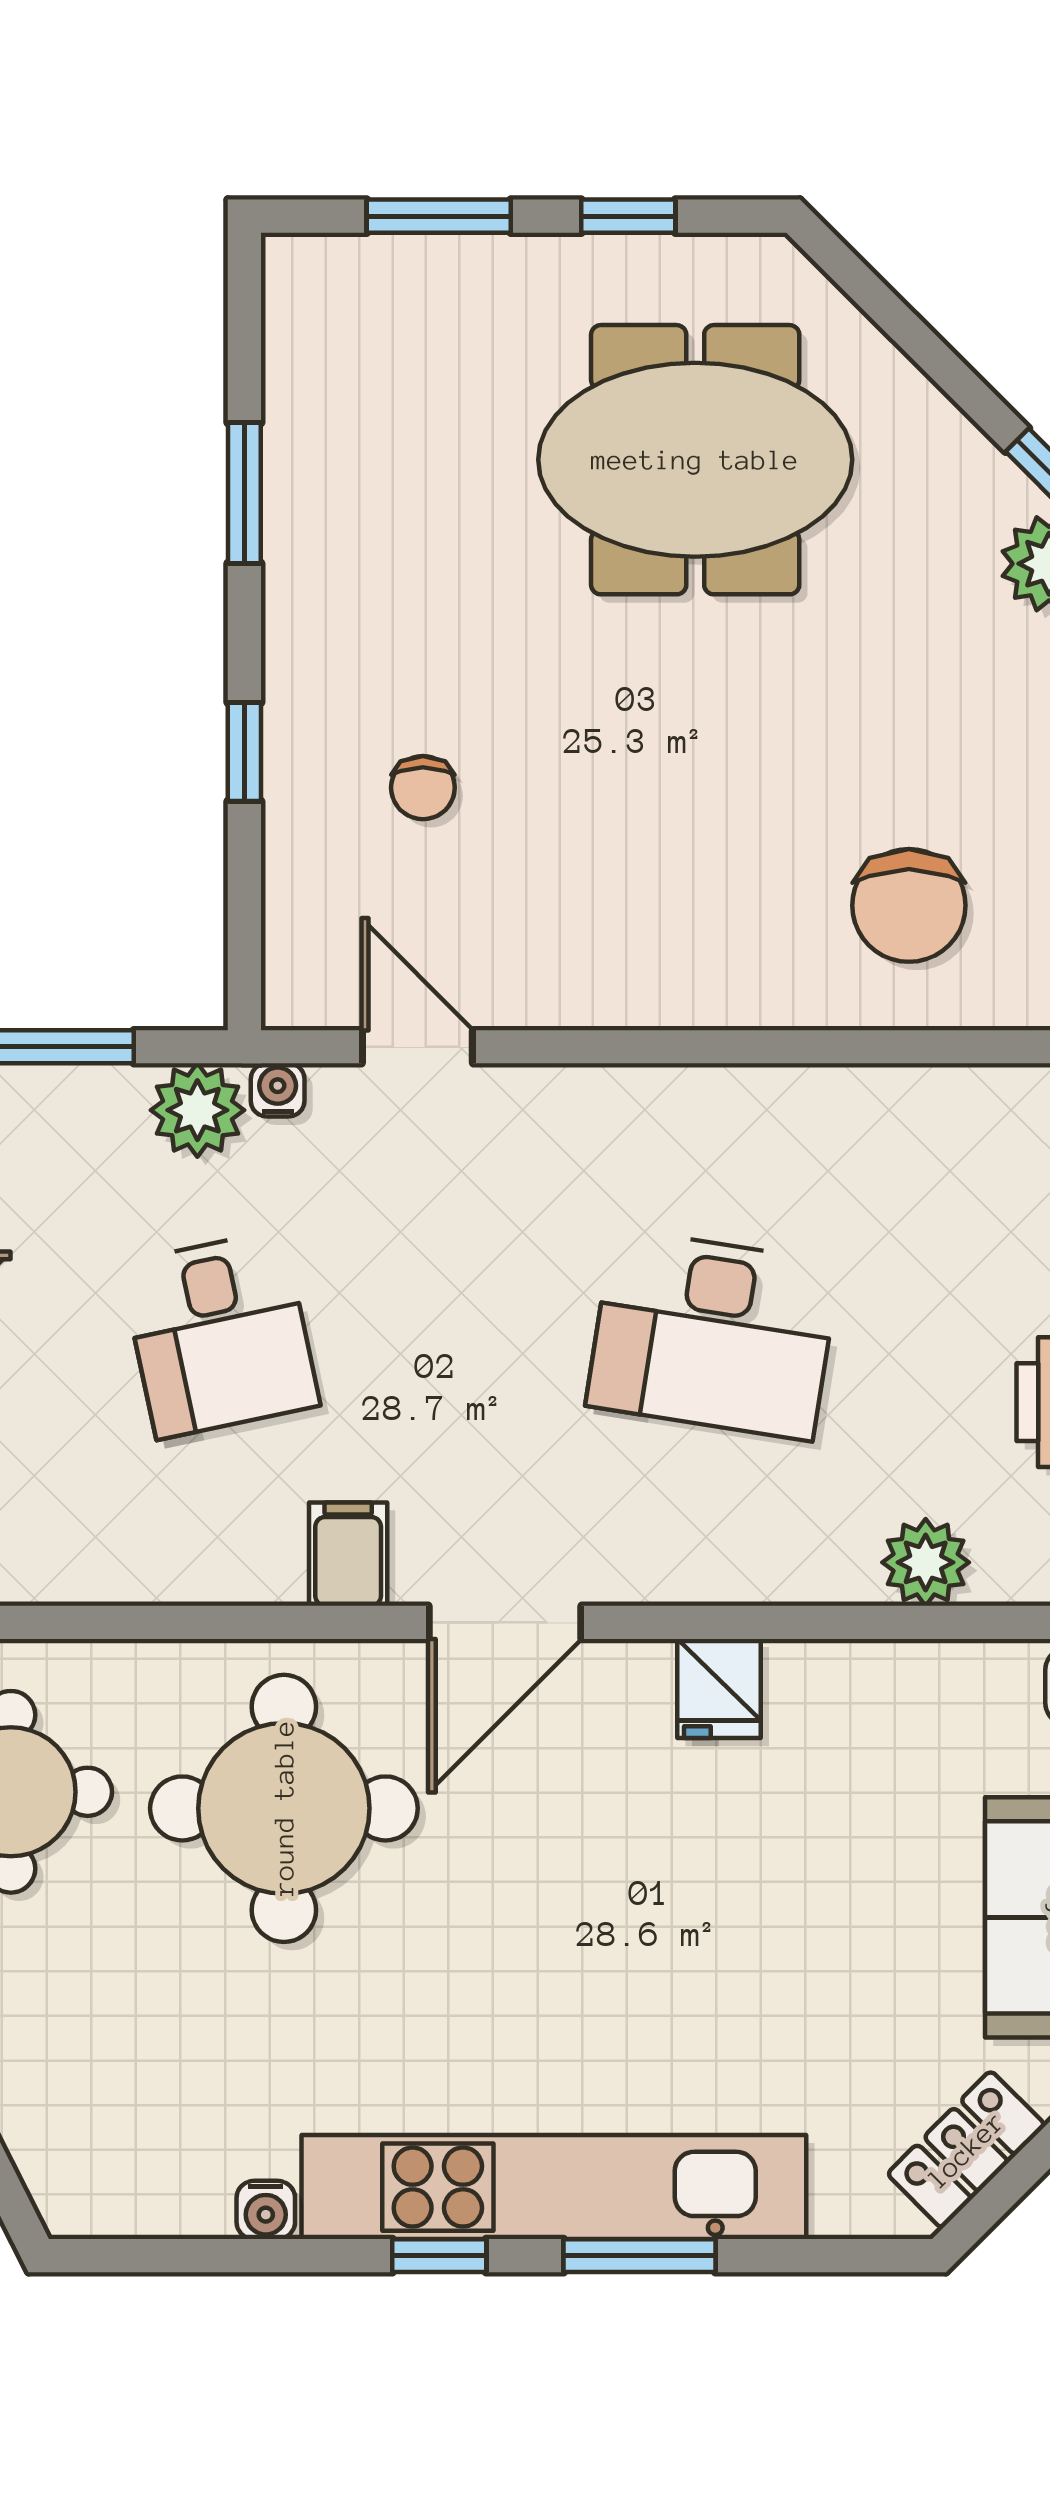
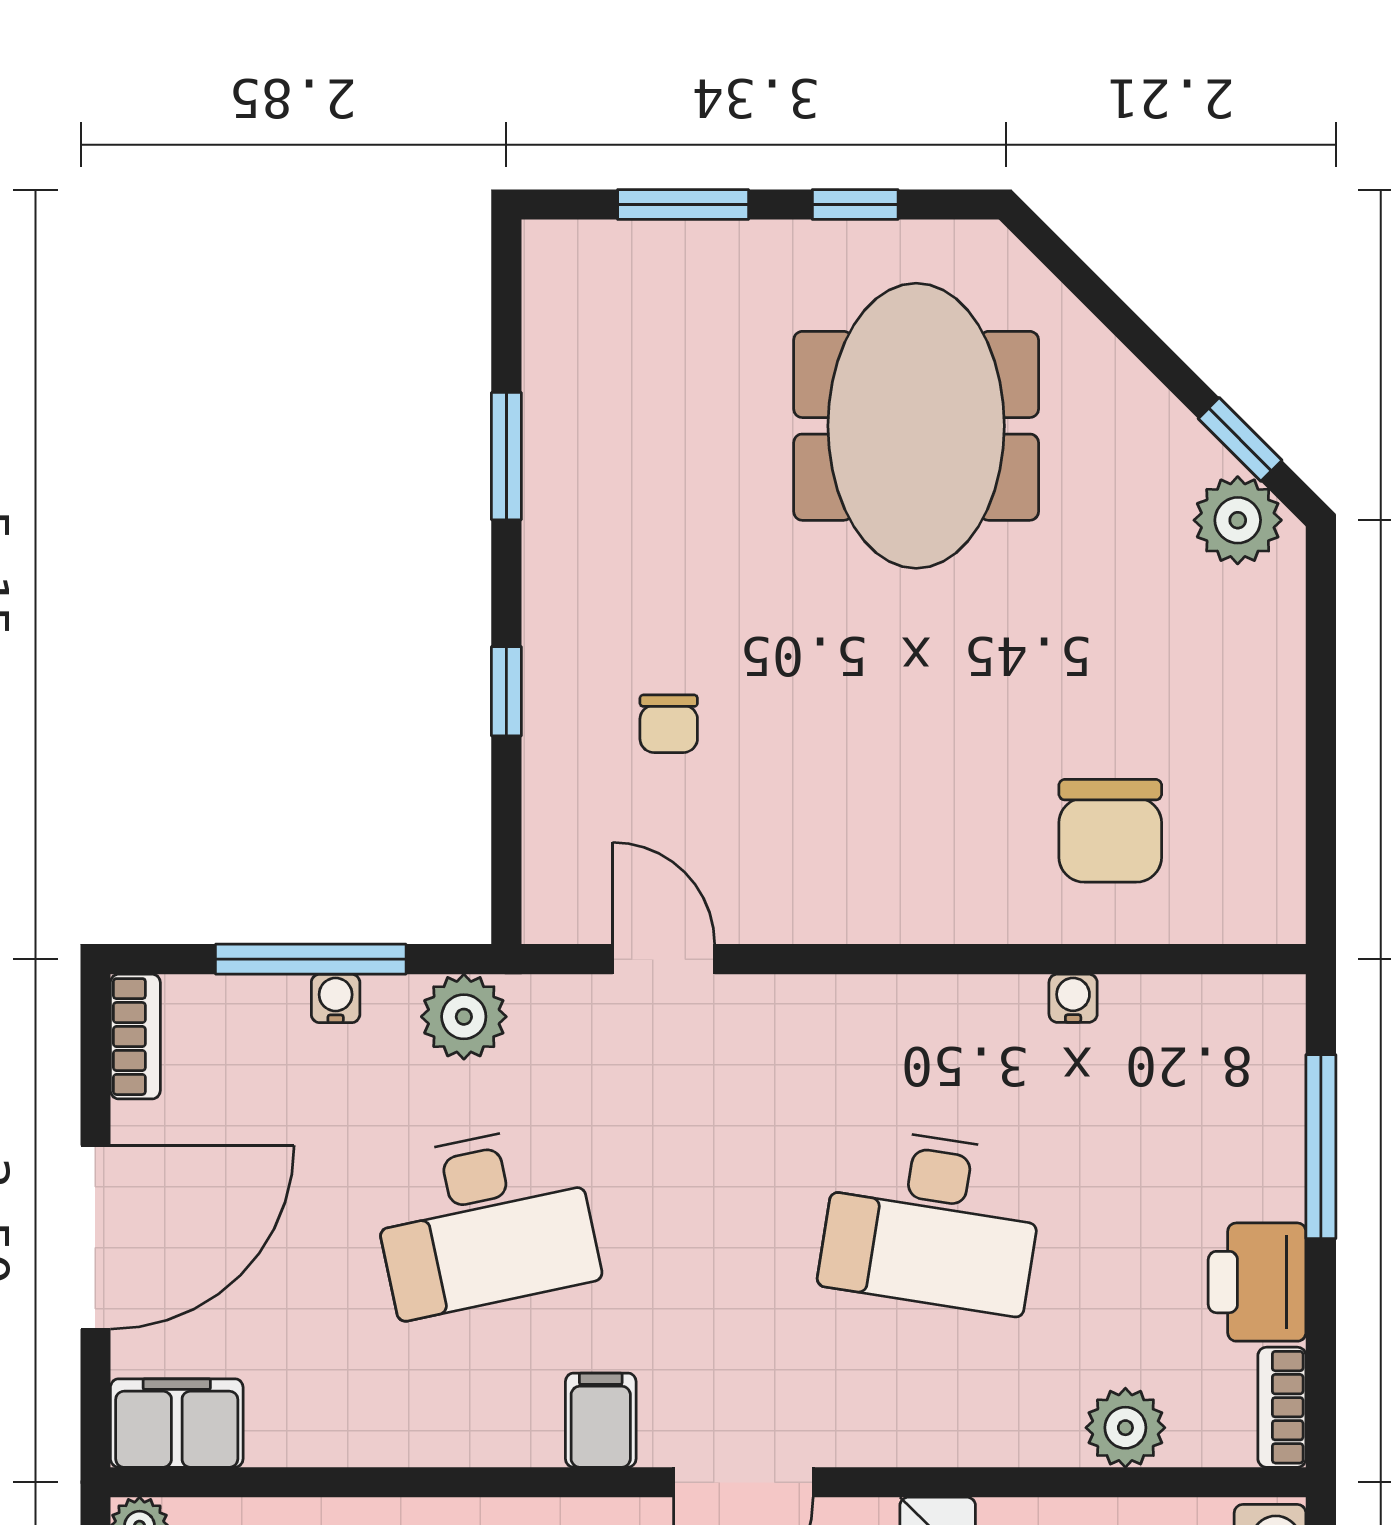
meeting table: (695, 460) -> (916, 426), turned 90
water cooler: (278, 1090) -> (336, 998), moved
water cooler: (868, 1090) -> (1073, 998), added
desk: (220, 1335) -> (484, 1221), width x1.37

